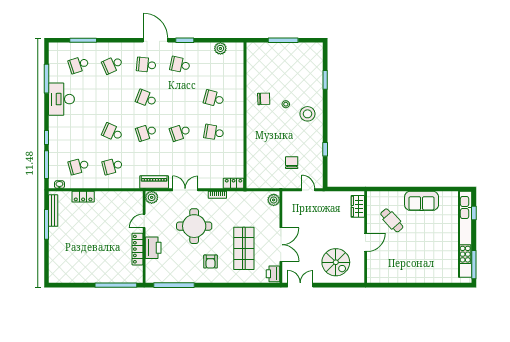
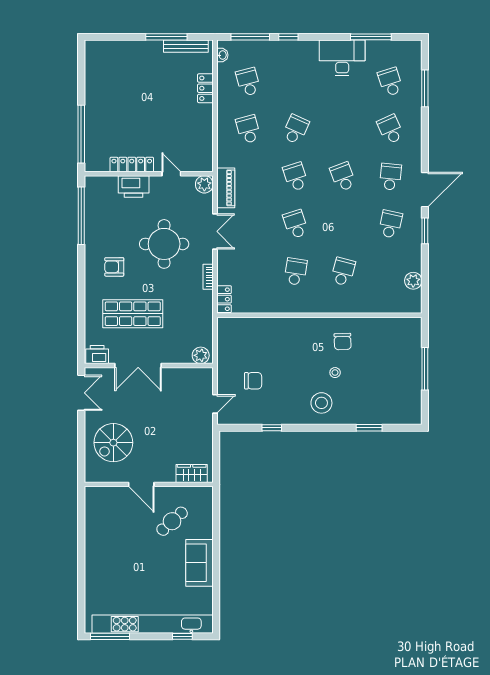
school desk: (146, 99) -> (343, 177), turned -42

